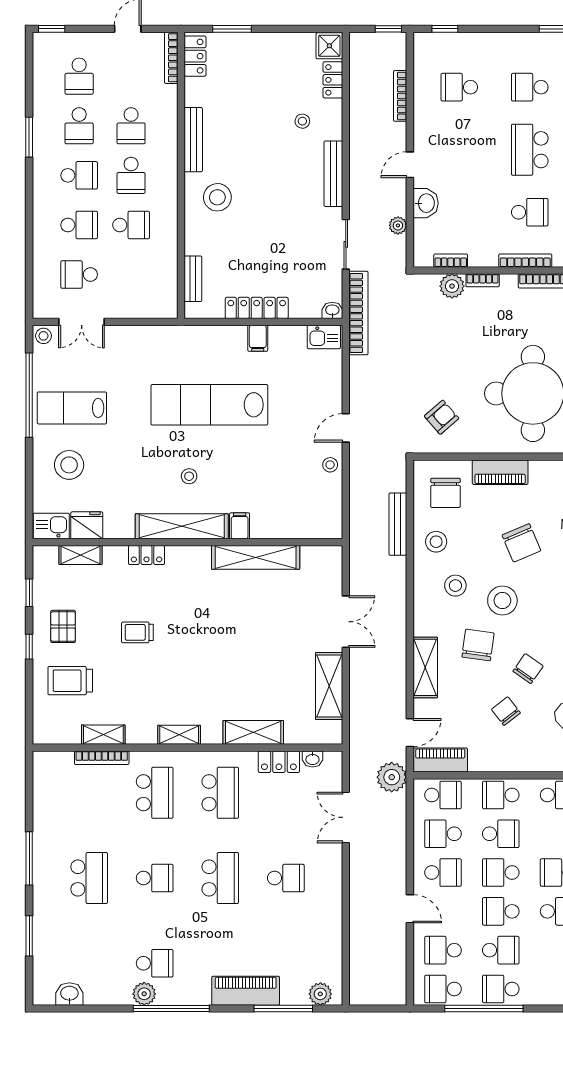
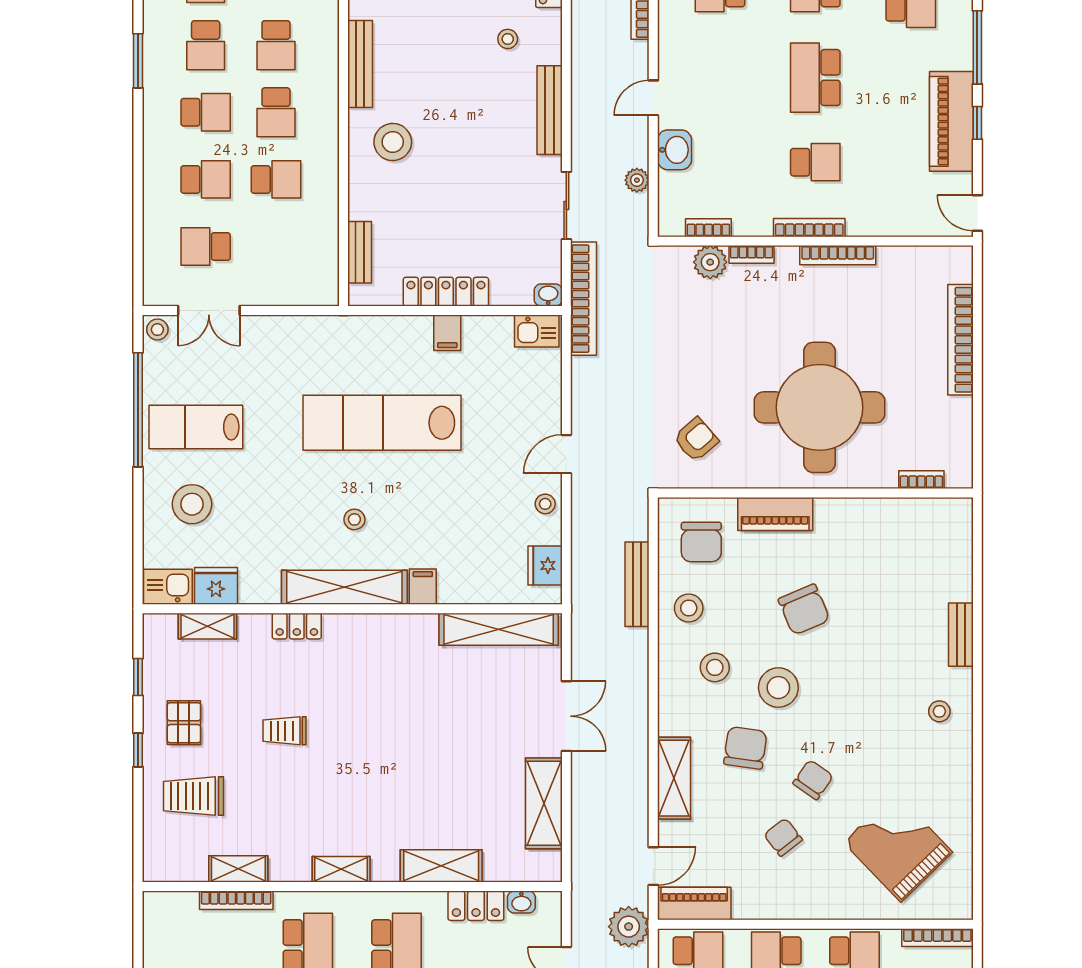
fridge: (330, 510) -> (545, 566), added
shelving: (256, 557) -> (499, 629), moved

